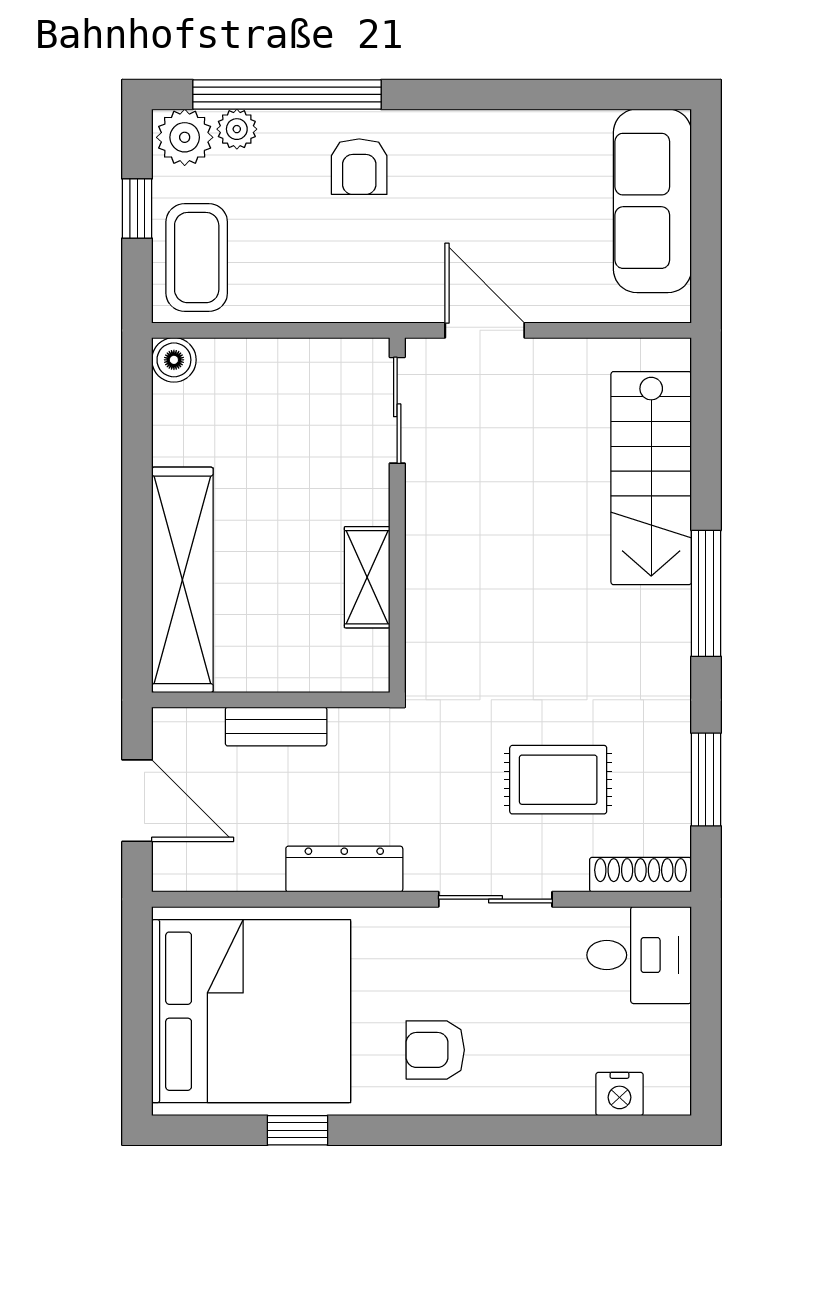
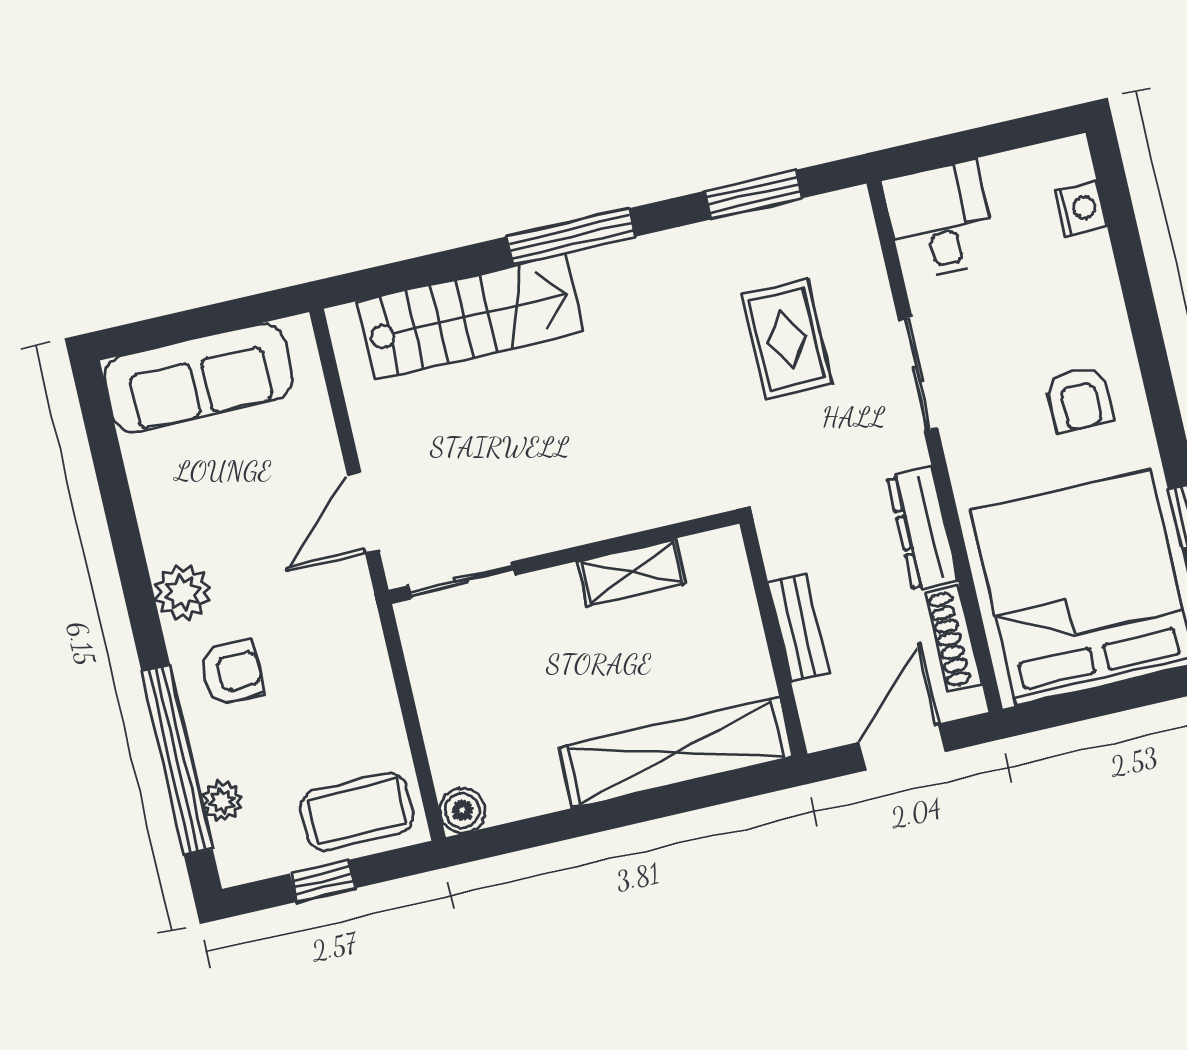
plant: (185, 137) -> (183, 593), moved
shoe rack: (641, 875) -> (954, 638), moved

